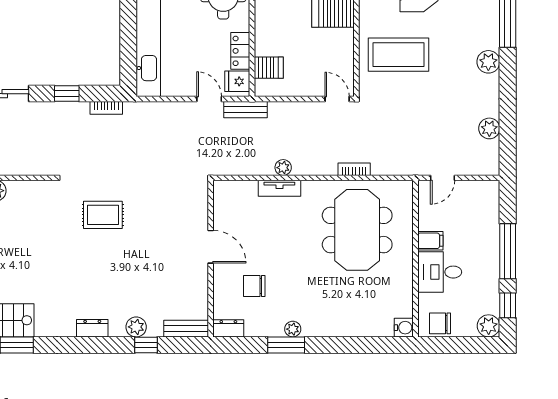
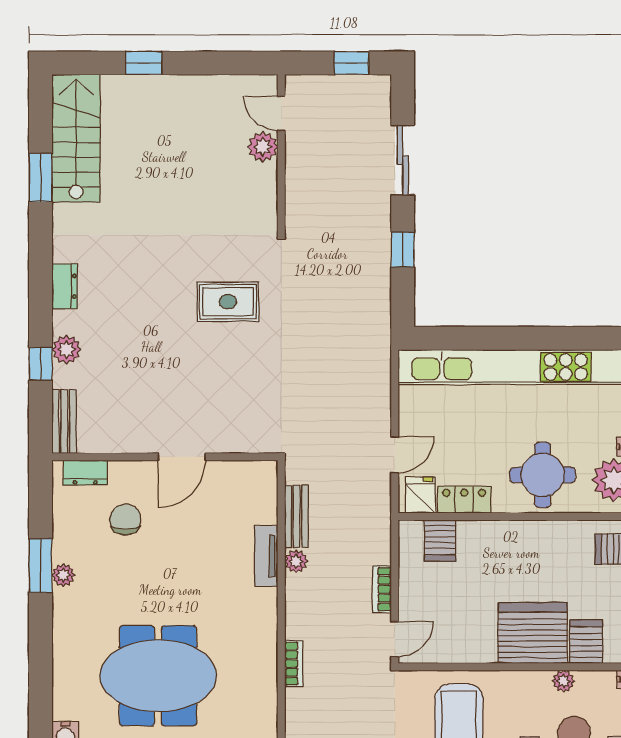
bookcase: (106, 108) -> (382, 589), moved
bench: (246, 110) -> (296, 516), moved
rug: (103, 215) -> (228, 302), turned 90
meeting table: (357, 230) -> (158, 676), moved
dresser: (228, 328) -> (85, 473), moved, turned 90

